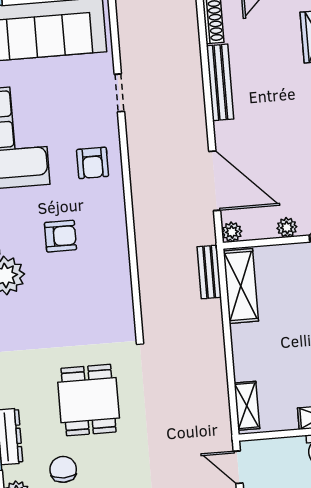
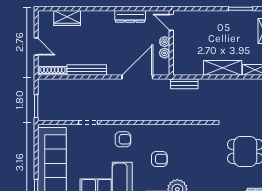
plant: (232, 232) -> (165, 53), moved
armchair: (60, 236) -> (159, 159), turned 90
shelving: (241, 286) -> (223, 68), moved

